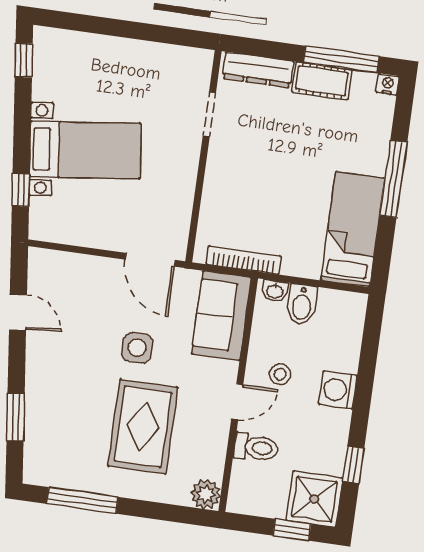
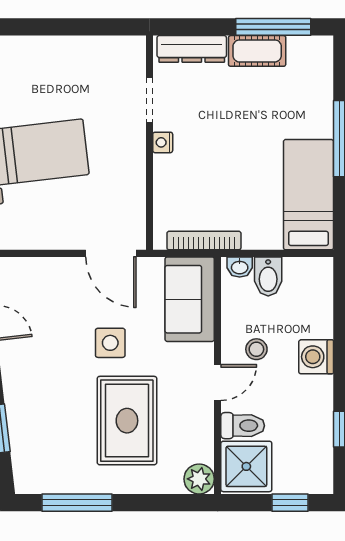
nightstand: (388, 84) -> (163, 142), moved, turned -90
shower: (314, 499) -> (246, 466), moved

